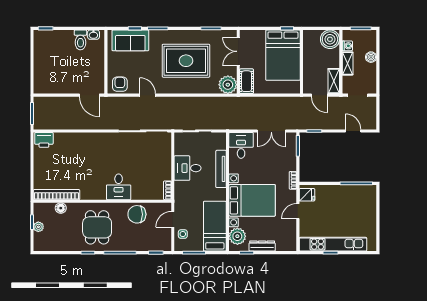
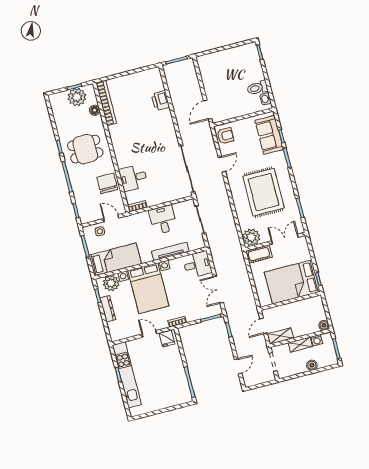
boiler: (330, 39) -> (324, 325), width x0.54, depth x0.54
printer: (44, 140) -> (160, 101), moved
desk: (119, 187) -> (133, 178), moved
plant: (38, 227) -> (77, 97), width x1.87, depth x1.87

